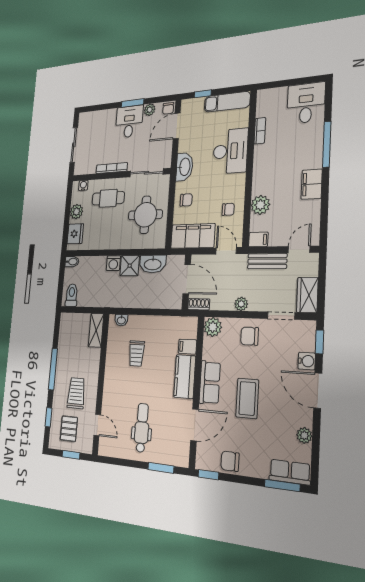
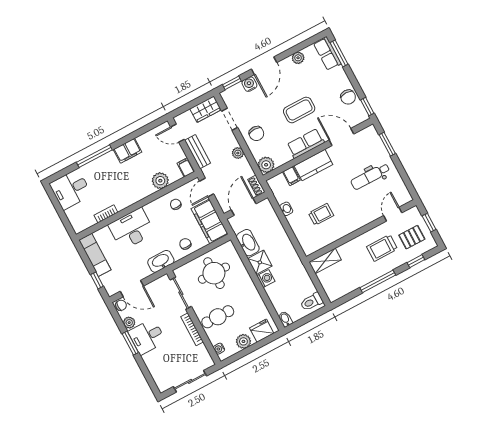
cafe table: (108, 198) -> (218, 317), turned 90
washbasin: (121, 320) -> (286, 209), moved

